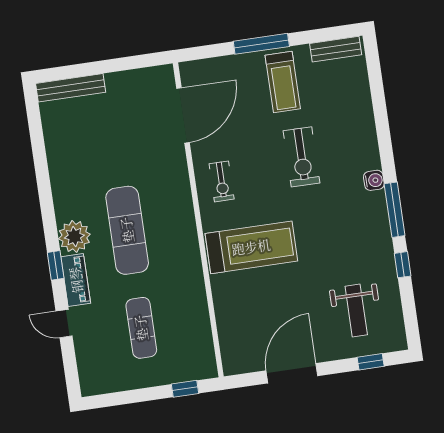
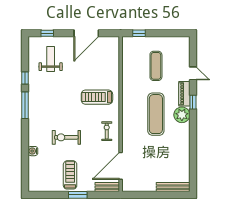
window: (261, 44) -> (78, 195), width x0.69
bench: (336, 49) -> (107, 187), moved
exercise bike: (301, 157) -> (66, 137), turned -90
water cooler: (374, 180) -> (33, 151), moved
treadmill: (251, 247) -> (97, 97), width x0.73, depth x0.73

